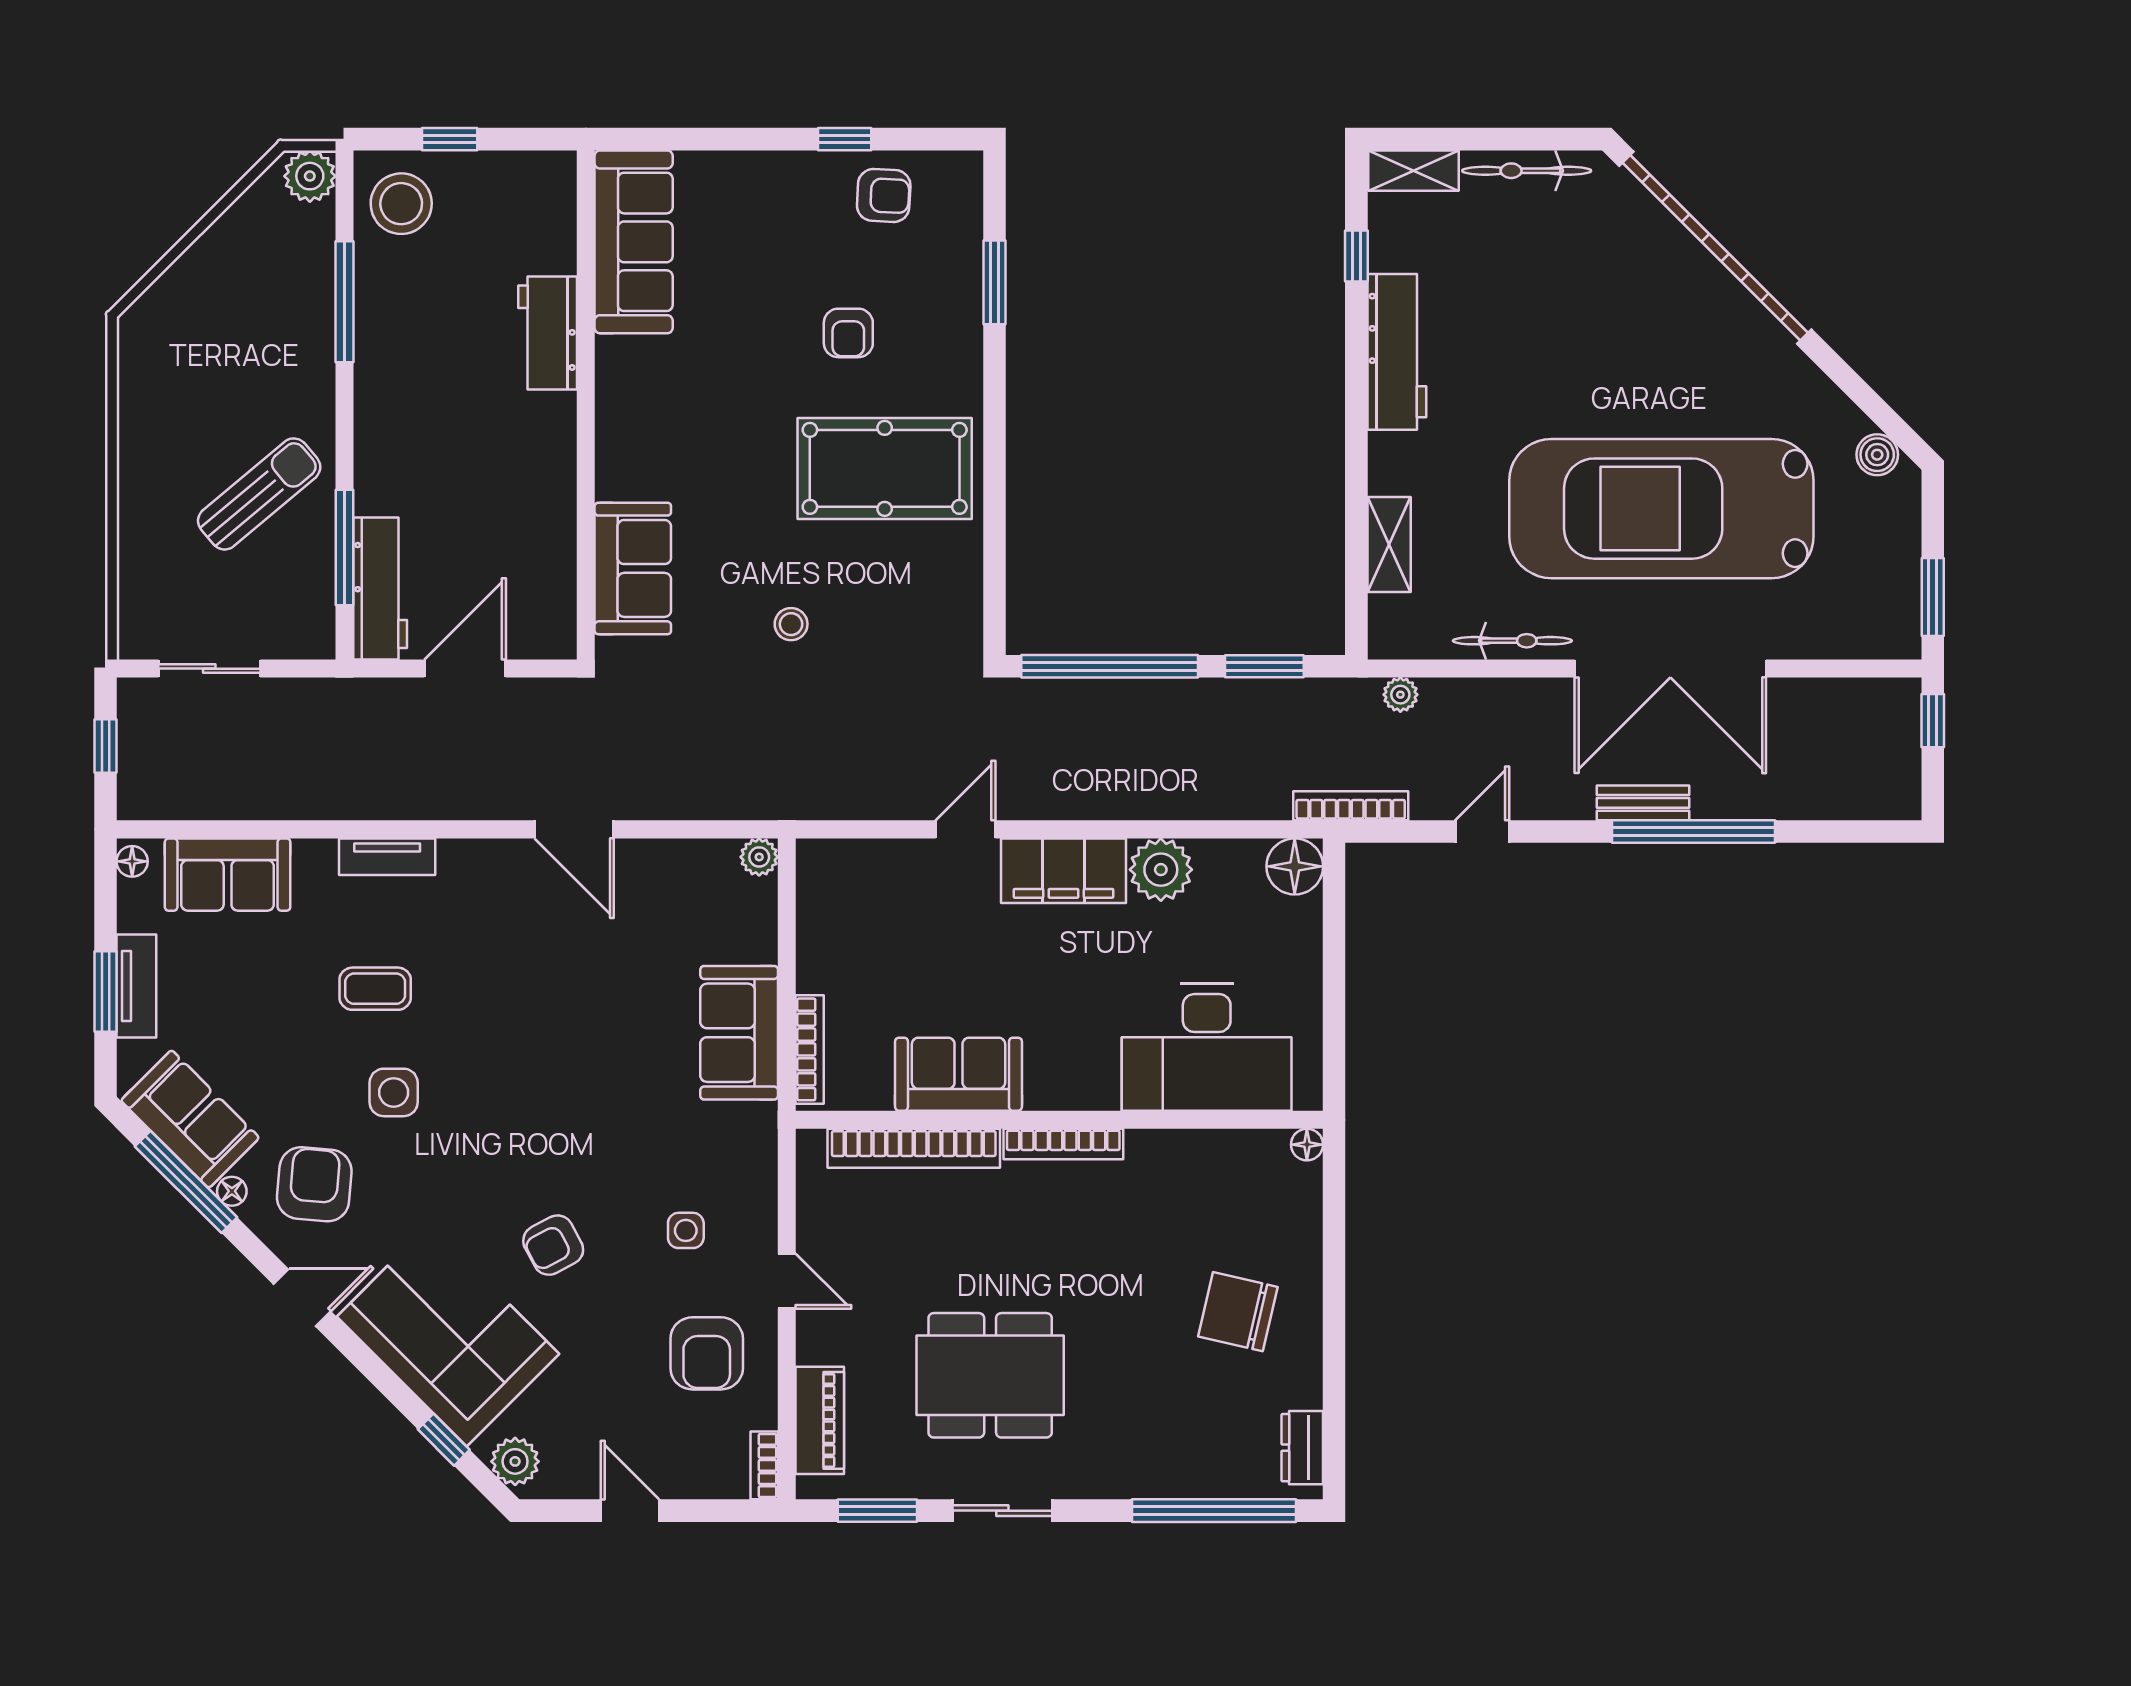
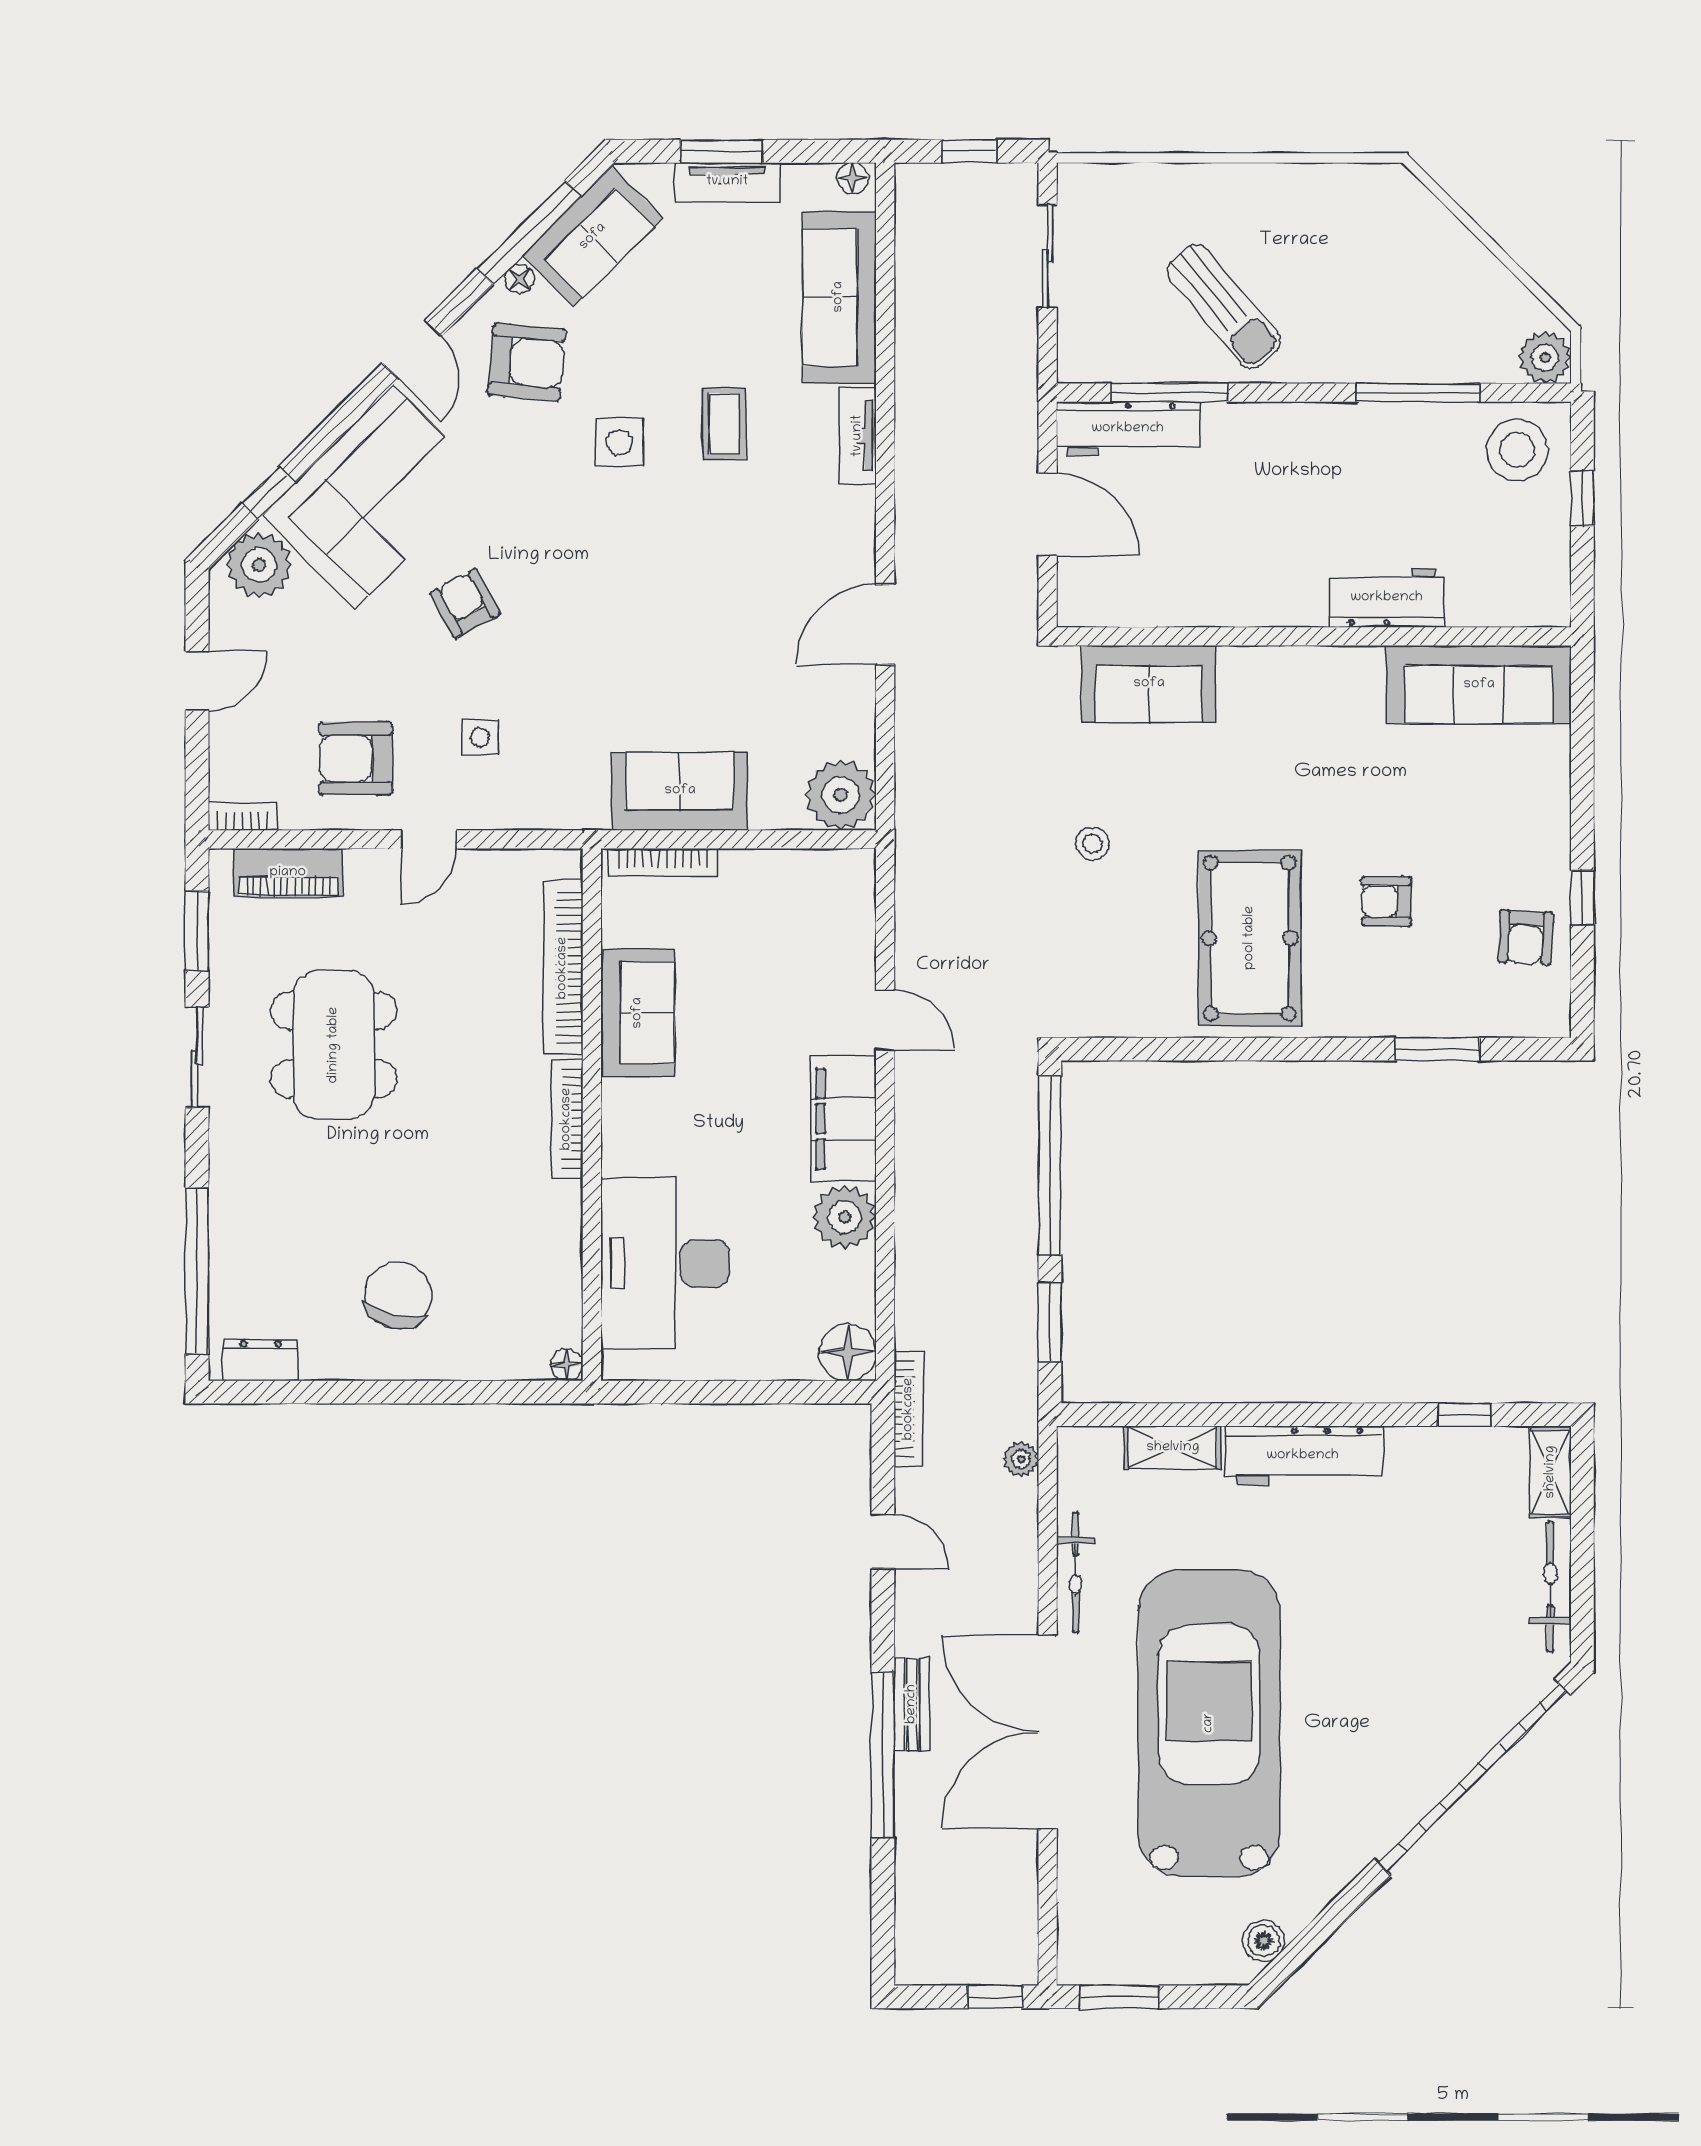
workbench: (1397, 352) -> (1303, 1456), moved
plant: (759, 857) -> (841, 795), width x1.88, depth x1.88
sofa: (228, 875) -> (839, 297), width x1.36
plant: (515, 1461) -> (259, 565), width x1.36, depth x1.36

